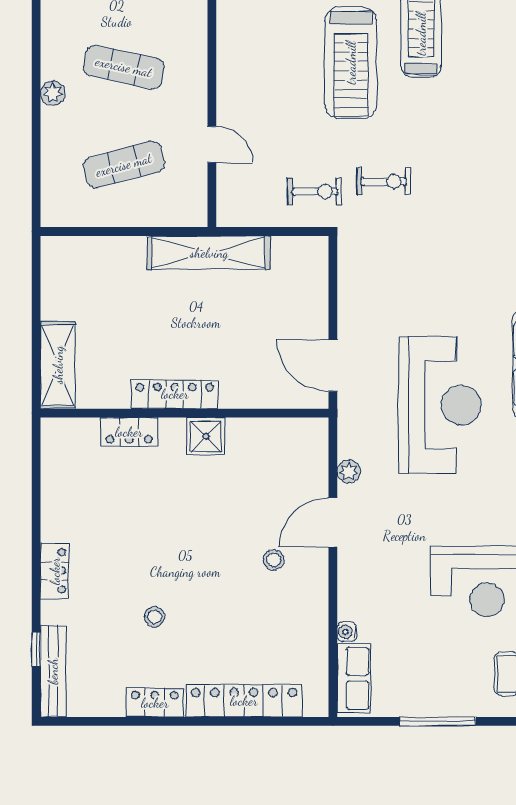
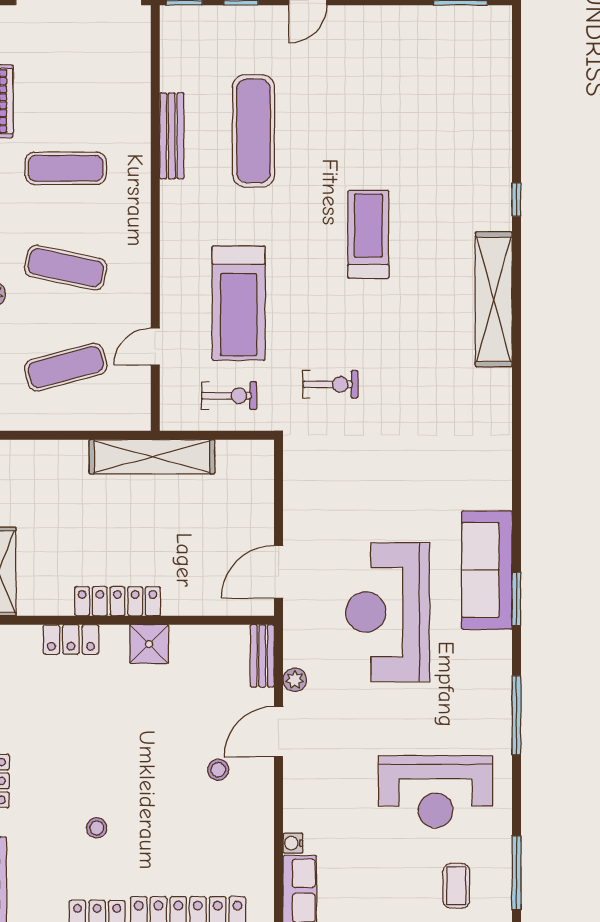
treadmill: (351, 63) -> (239, 303), moved
door: (212, 144) -> (155, 347), swing flipped
exercise bike: (315, 191) -> (229, 396), moved
door: (333, 366) -> (279, 572), hinge flipped
reception desk: (440, 405) -> (388, 612), turned 180
bench: (317, 448) -> (262, 656), added

